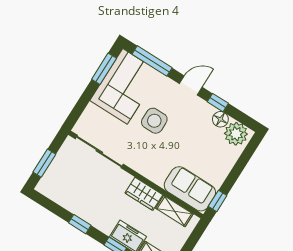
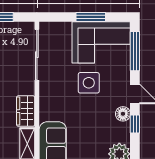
window: (104, 69) -> (91, 17), moved
floor lamp: (220, 119) -> (123, 114), moved

